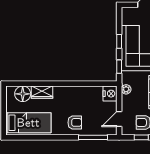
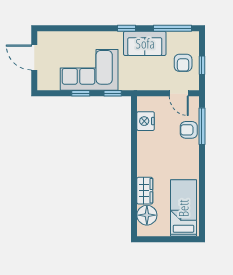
plant: (126, 89) -> (141, 84), removed
nightstand: (110, 94) -> (146, 121), moved, turned -90
armchair: (75, 122) -> (189, 130), moved, turned -90

